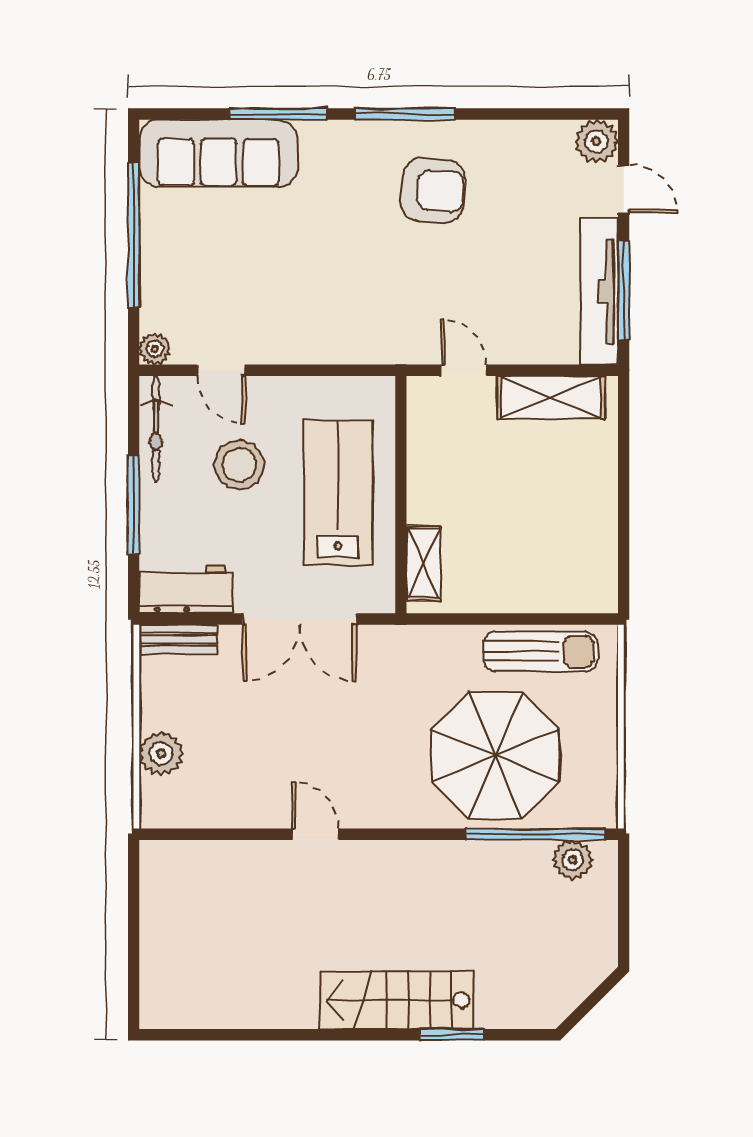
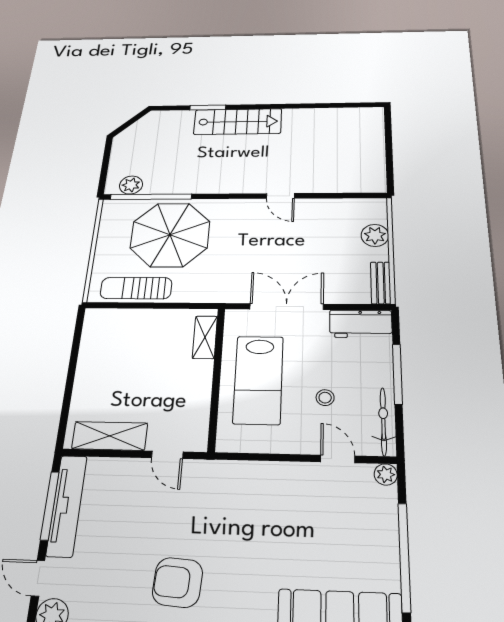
stool: (239, 465) -> (325, 398), width x0.53, depth x0.53
bench: (178, 639) -> (381, 283), moved, turned 90

